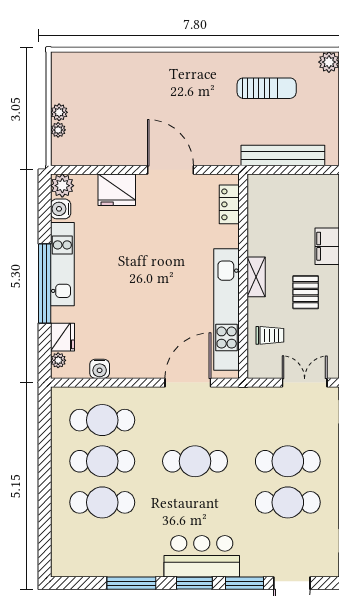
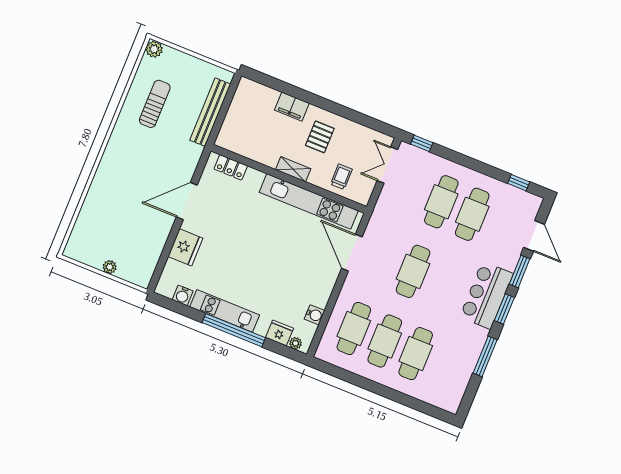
plant: (58, 130) -> (123, 273), removed
plant: (62, 186) -> (166, 287), removed
pallet: (306, 292) -> (320, 137), turned 90

